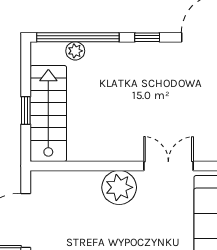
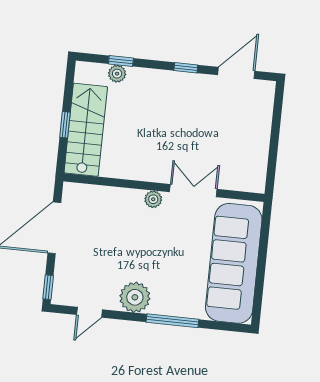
window: (78, 37) -> (121, 61), width x0.32
plant: (119, 187) -> (153, 199), width x0.53, depth x0.53

